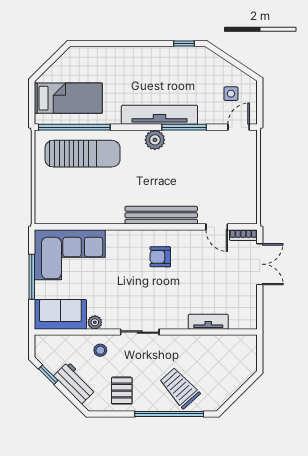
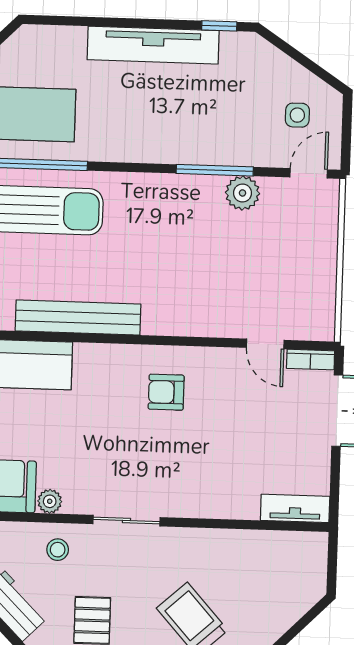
tv unit: (159, 115) -> (153, 45), moved, turned 180
plant: (155, 140) -> (243, 193), moved
bench: (161, 215) -> (78, 318), moved
tv unit: (208, 322) -> (295, 508), moved

